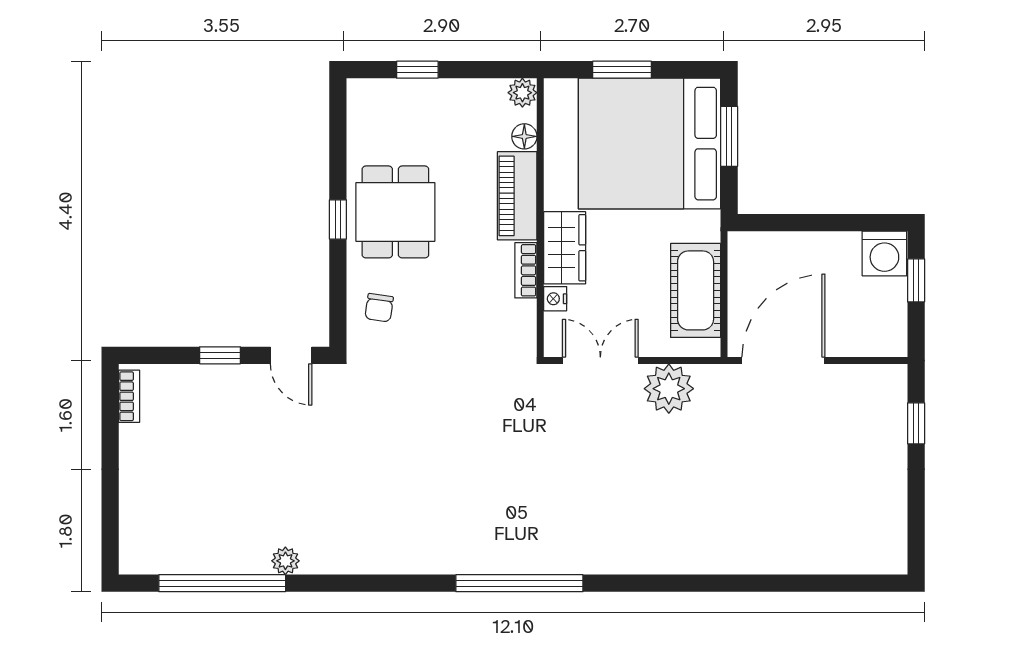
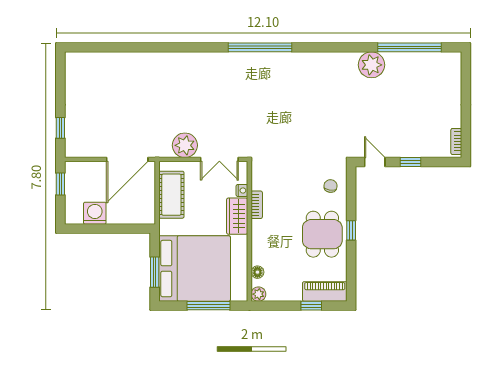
window: (622, 70) -> (208, 306), width x1.44
piano: (517, 196) -> (325, 291), moved, turned -90
washing machine: (884, 254) -> (95, 213), moved
window: (916, 280) -> (60, 184), moved
plant: (285, 561) -> (371, 65), width x1.87, depth x1.87

